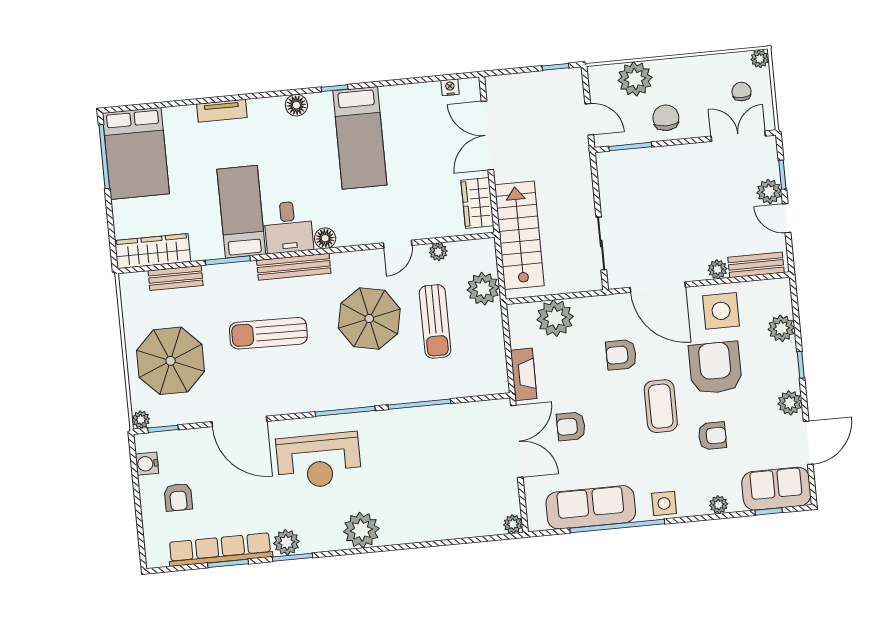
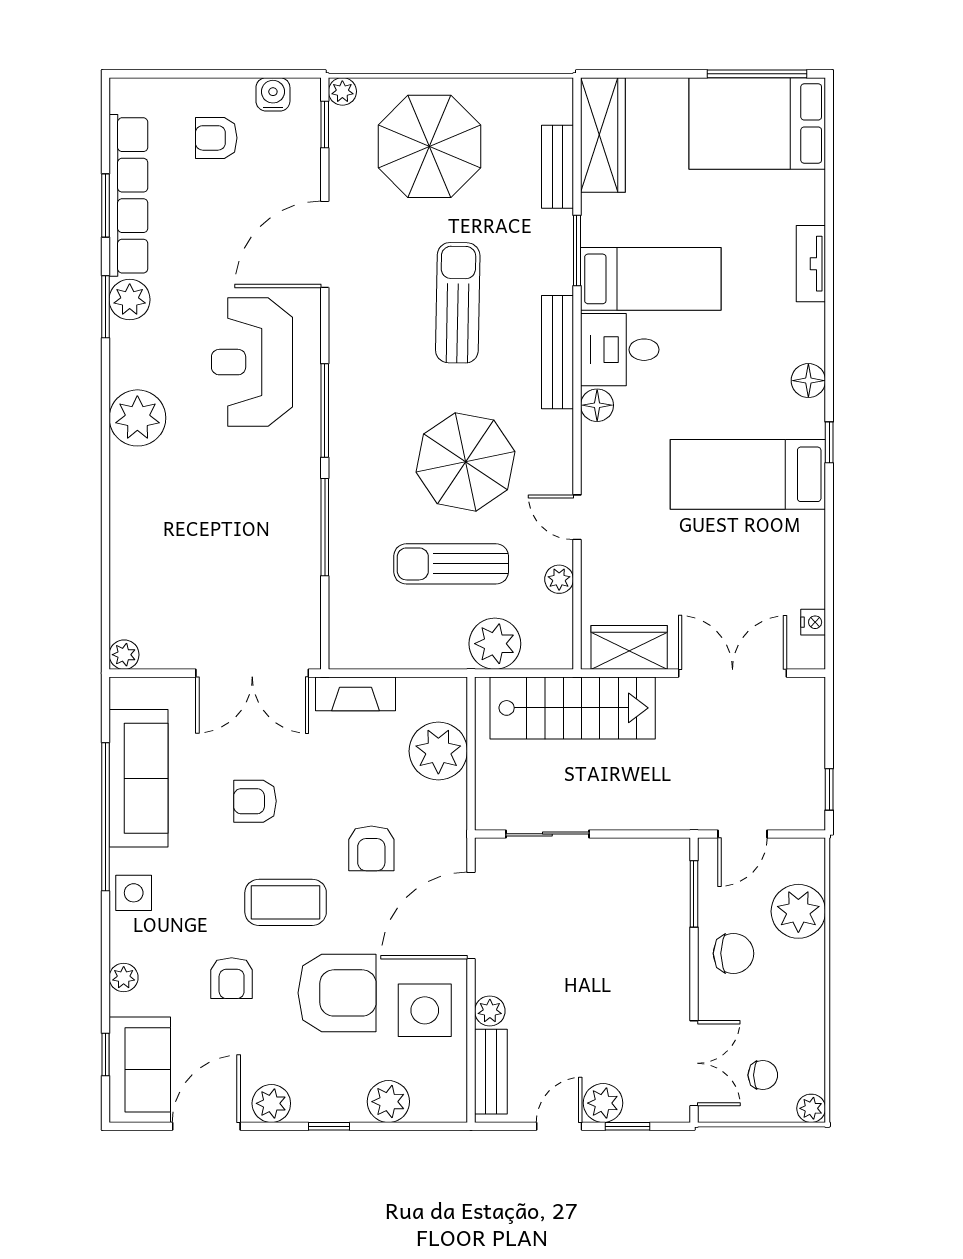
armchair: (621, 355) -> (371, 848), turned 180
armchair: (571, 426) -> (255, 801), moved, turned -90
door: (808, 443) -> (206, 1126), swing flipped

